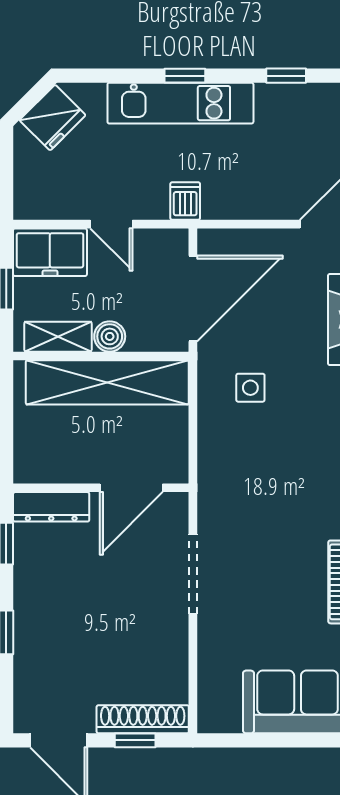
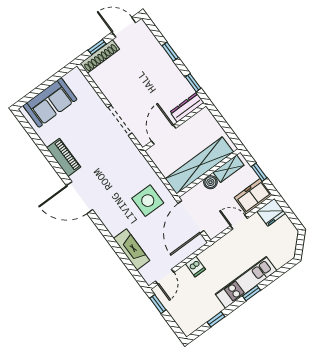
fridge: (53, 118) -> (271, 212), moved, turned -135
dishwasher: (185, 201) -> (195, 267), moved
side table: (250, 388) -> (148, 201), width x1.87, depth x1.87

